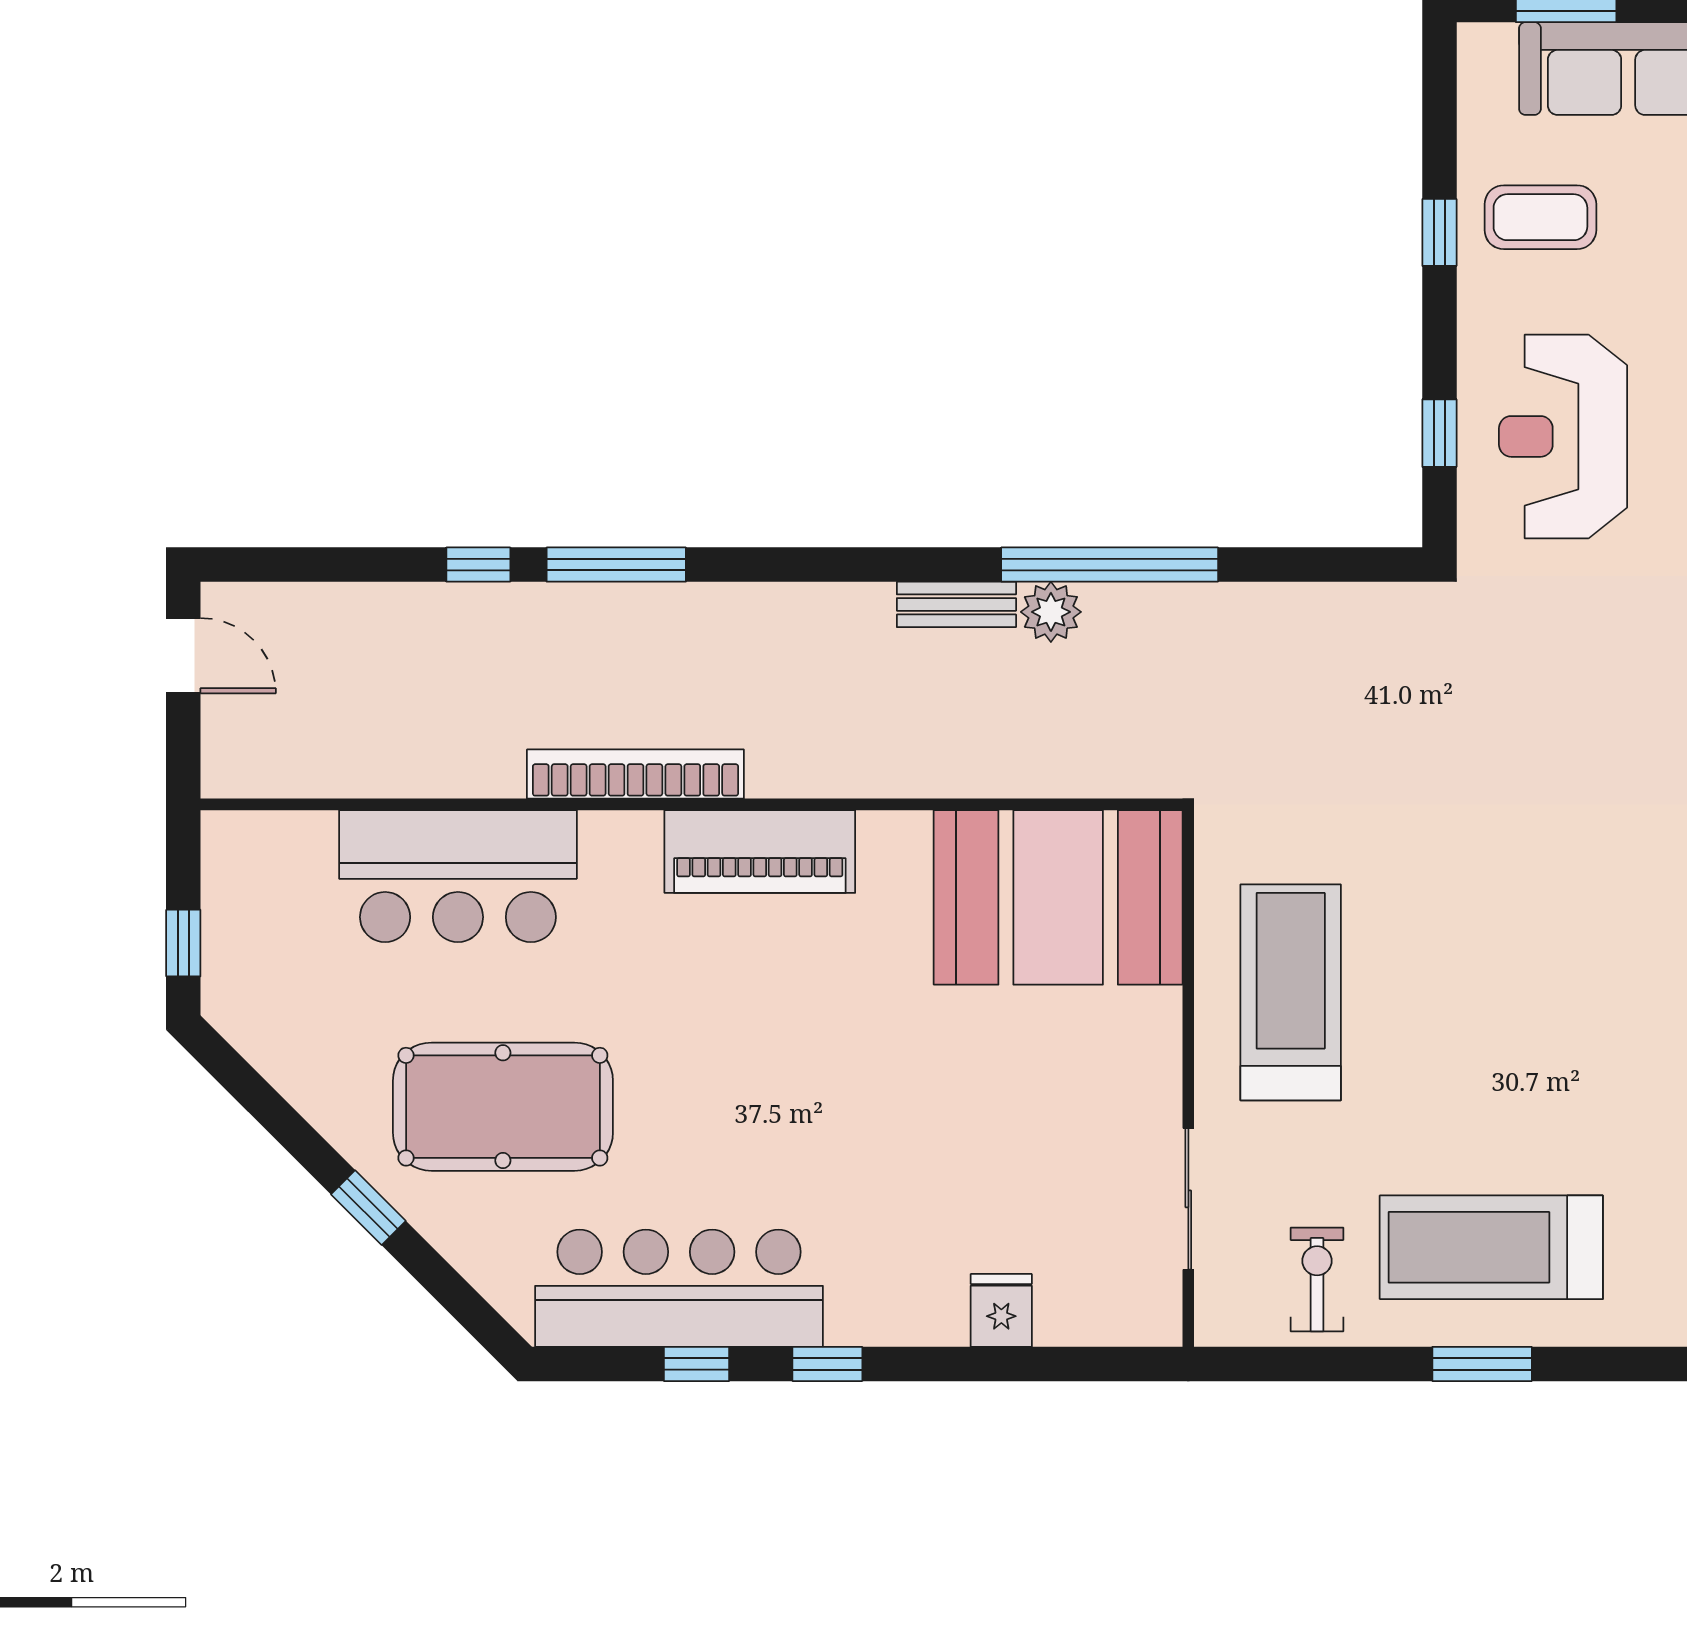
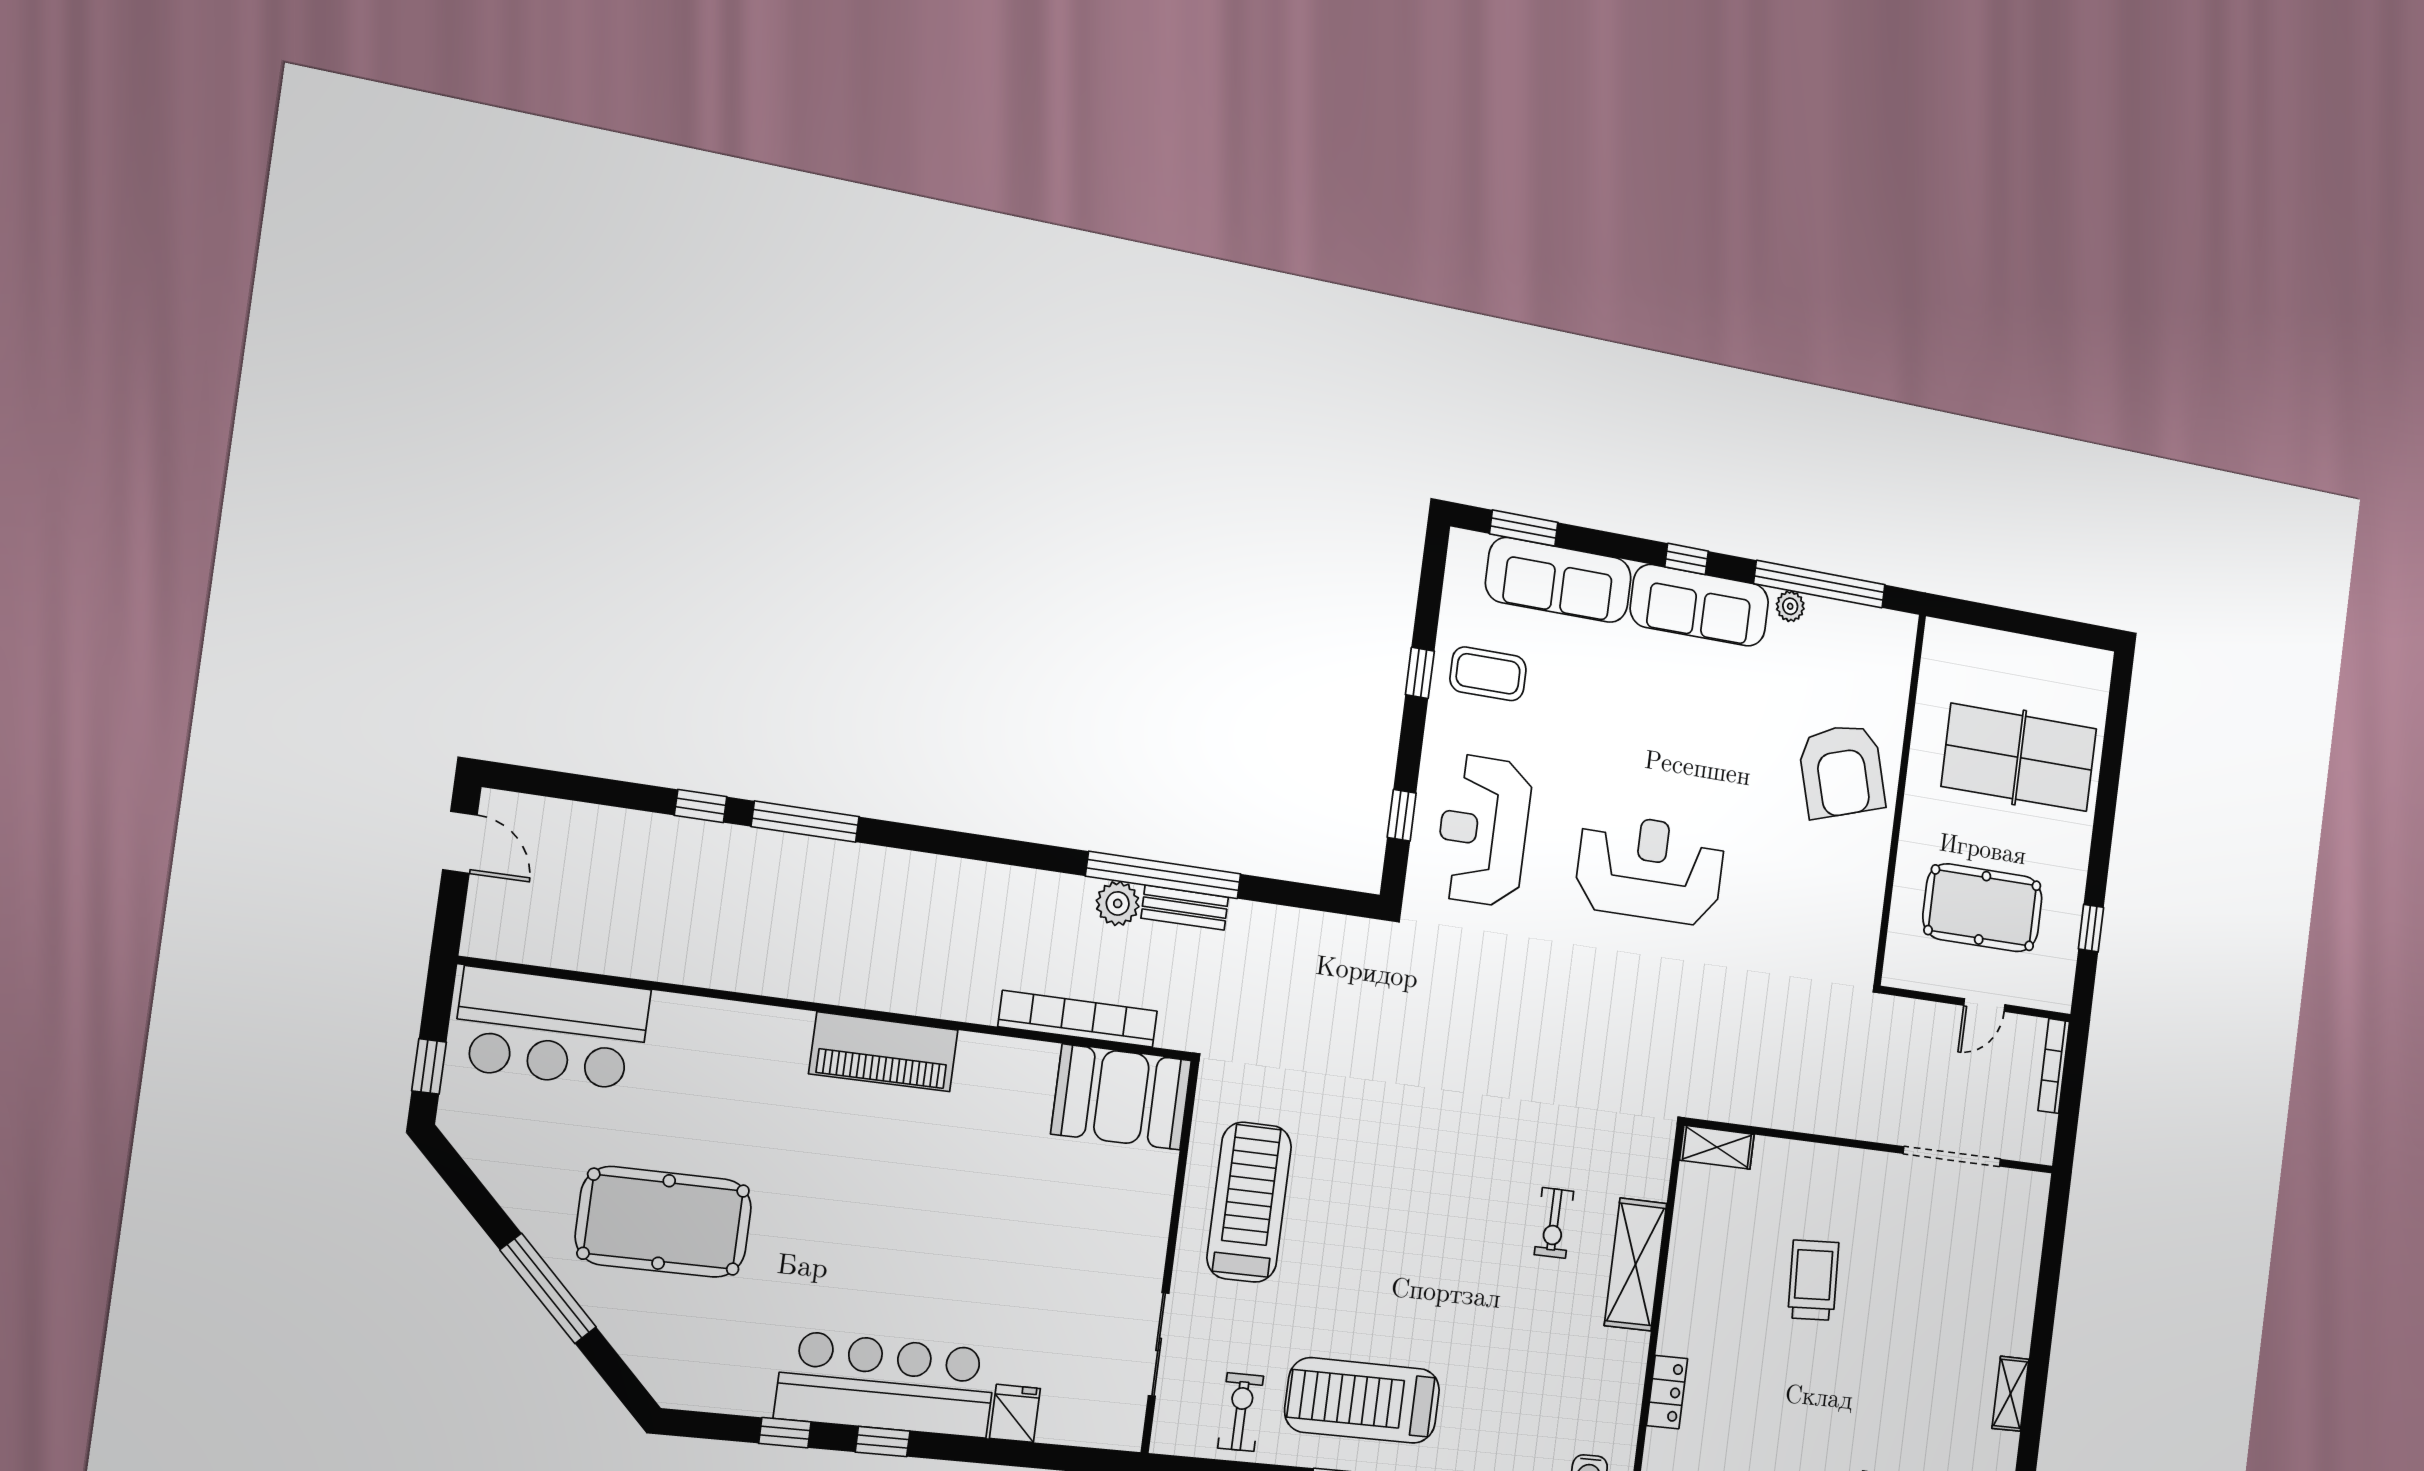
bench: (956, 604) -> (1185, 908), moved
bookcase: (635, 774) -> (1078, 1019), moved
bar counter: (458, 876) -> (552, 1029), moved
booth: (1058, 897) -> (1121, 1097), width x0.73, depth x0.70
window: (368, 1208) -> (548, 1289), width x2.17
bar counter: (679, 1288) -> (886, 1384), moved

